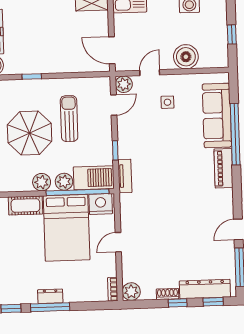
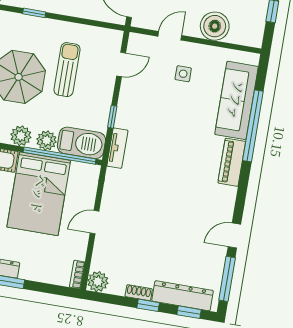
plant: (124, 84) -> (137, 43), removed
nightstand: (101, 204) -> (83, 174), removed

